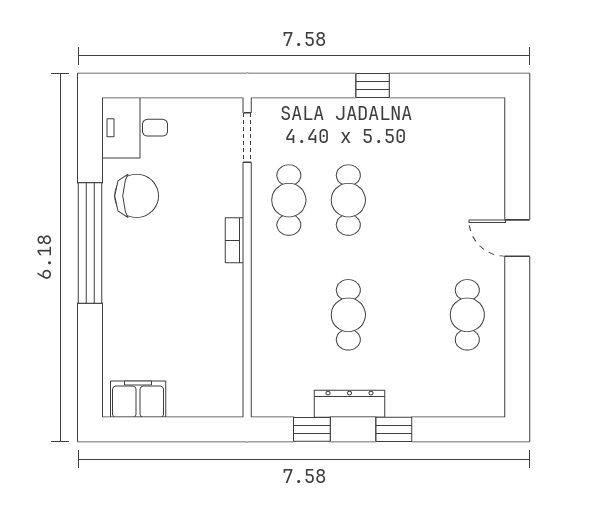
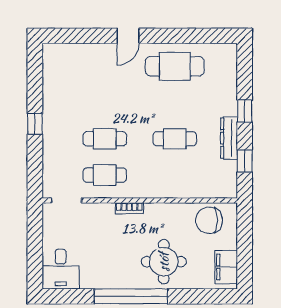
chair: (137, 196) -> (209, 220), moved, turned -90
round table: (147, 297) -> (164, 262), added
cafe table: (467, 315) -> (175, 66), width x1.37, depth x1.35

